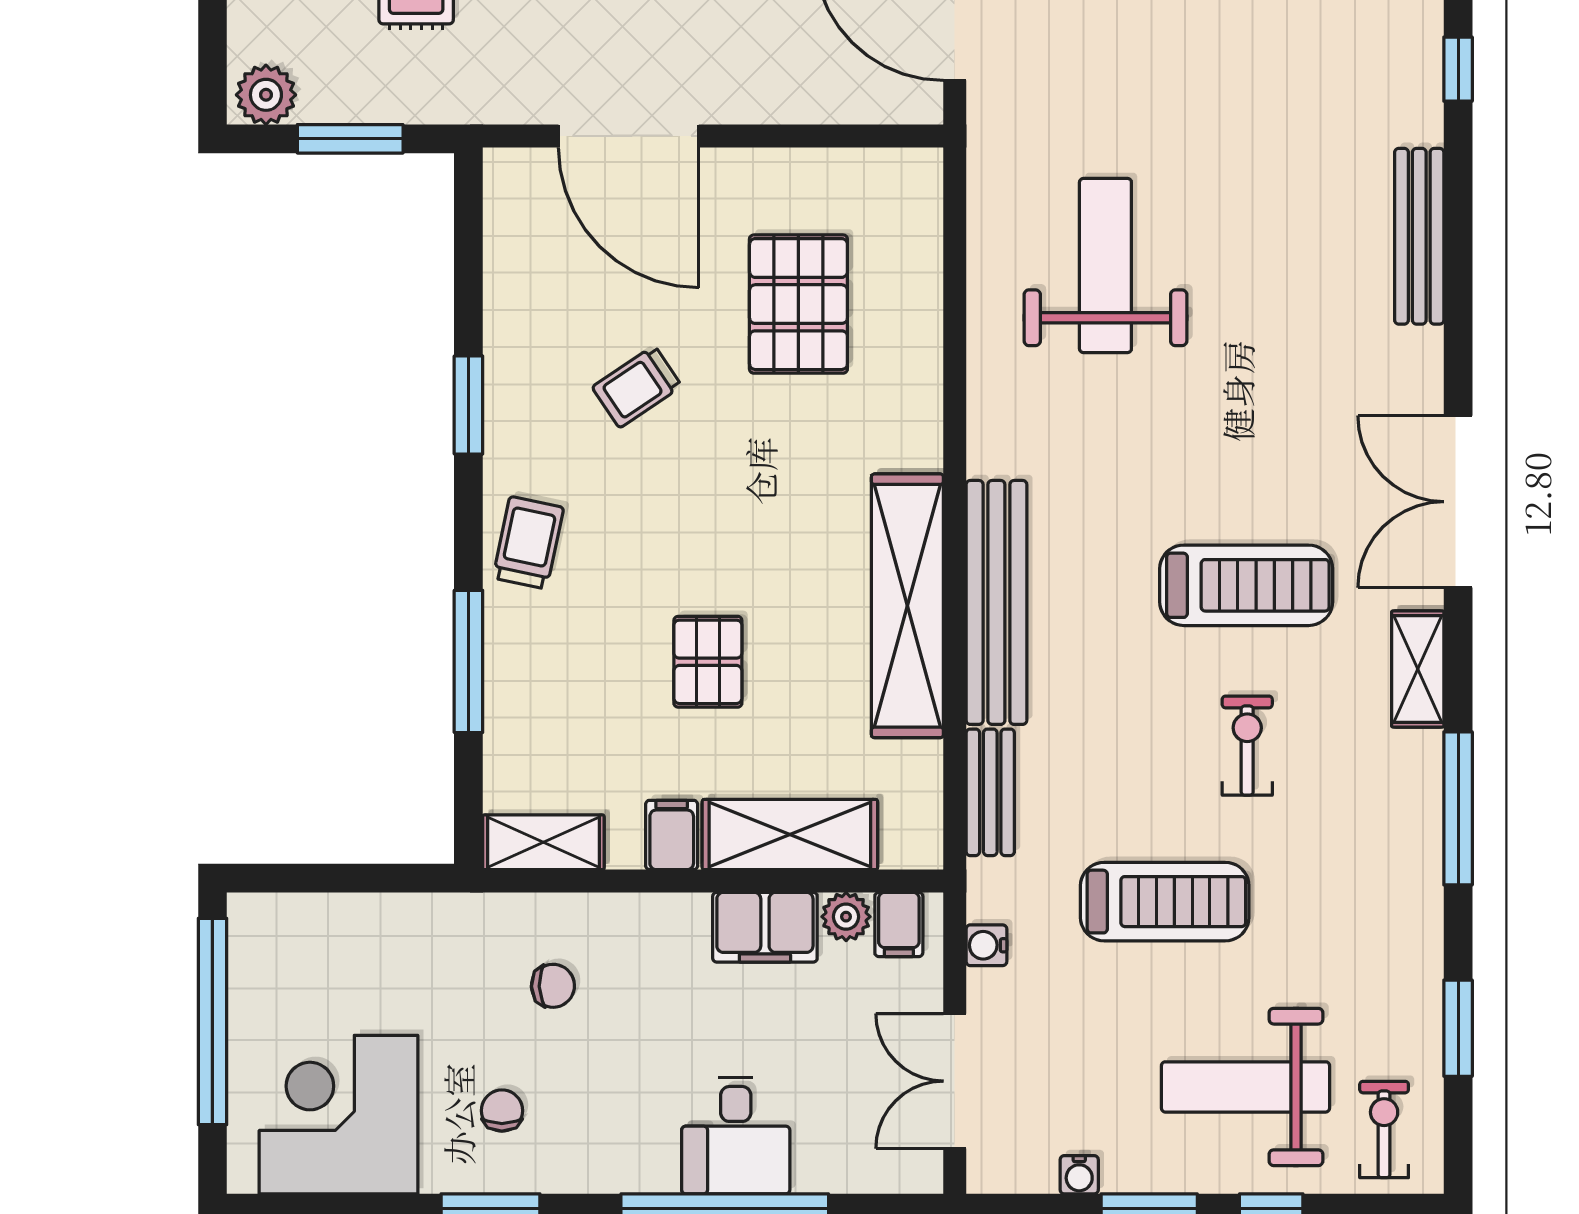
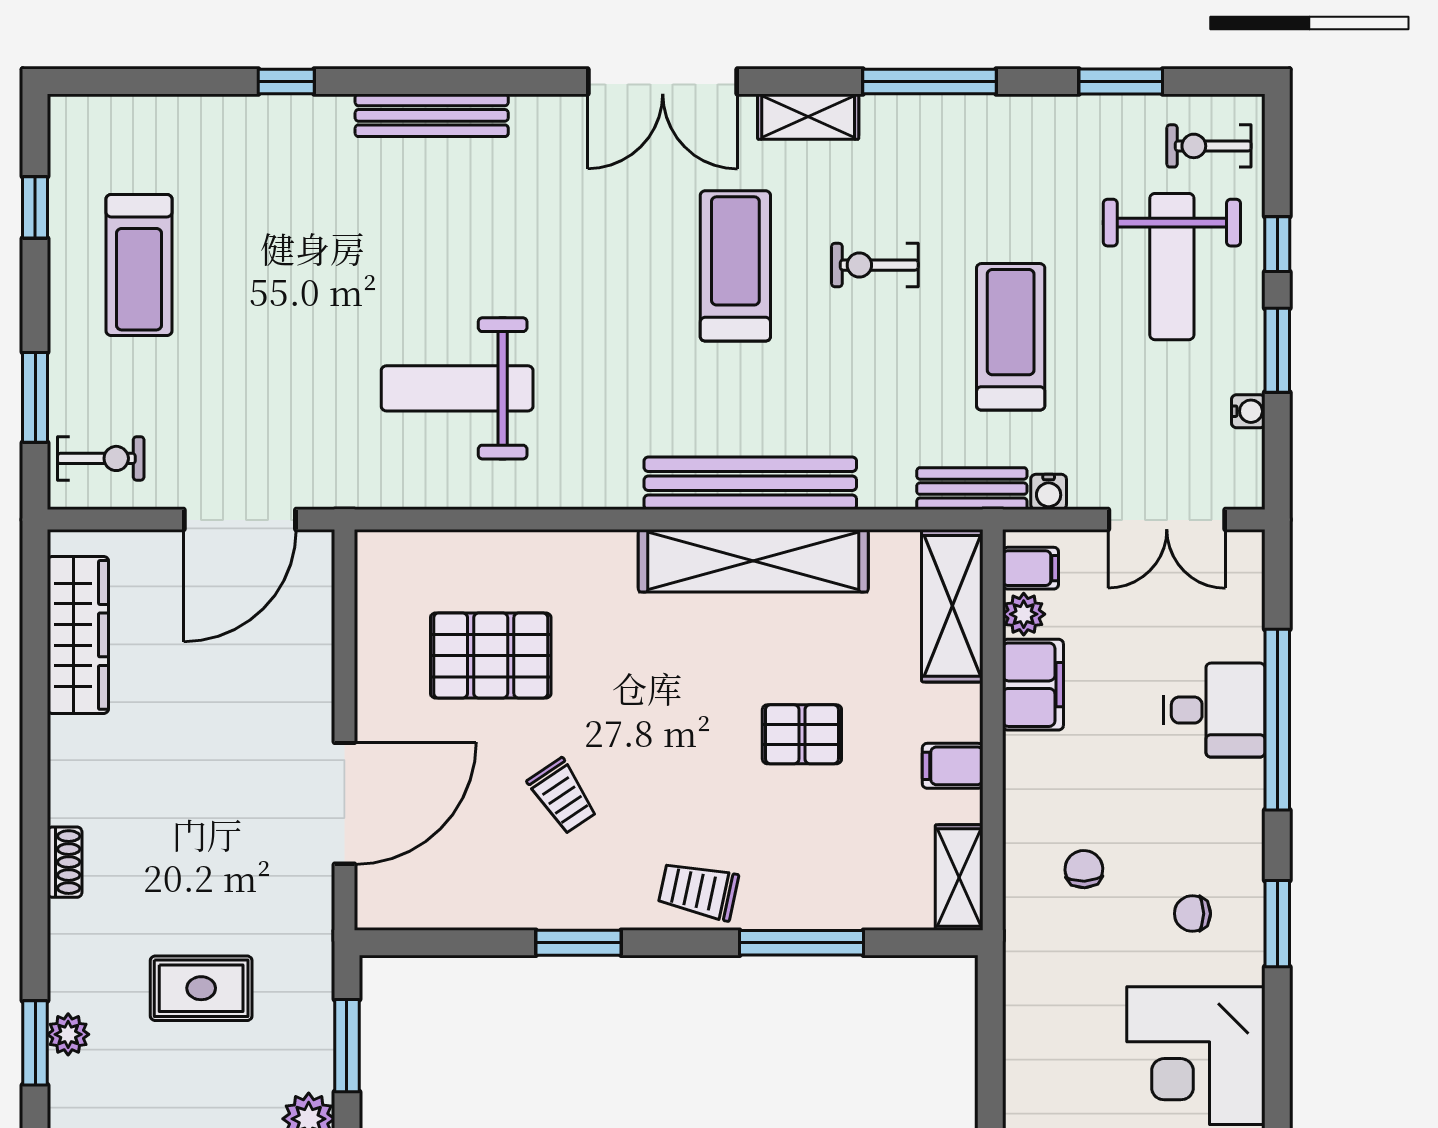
bench: (990, 792) -> (972, 489), moved
shelving: (790, 835) -> (952, 606), moved

